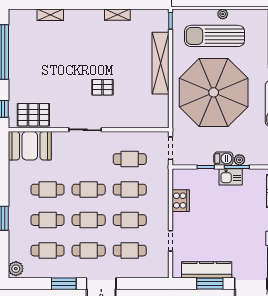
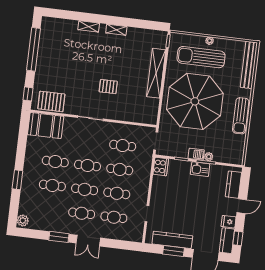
shelving: (50, 15) -> (89, 26), moved
shelving: (117, 15) -> (116, 30), moved
cooker: (181, 201) -> (161, 167), moved
cafe table: (48, 251) -> (49, 209), removed

